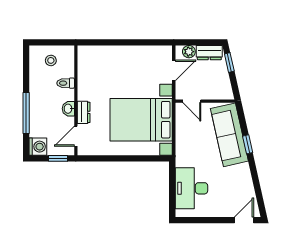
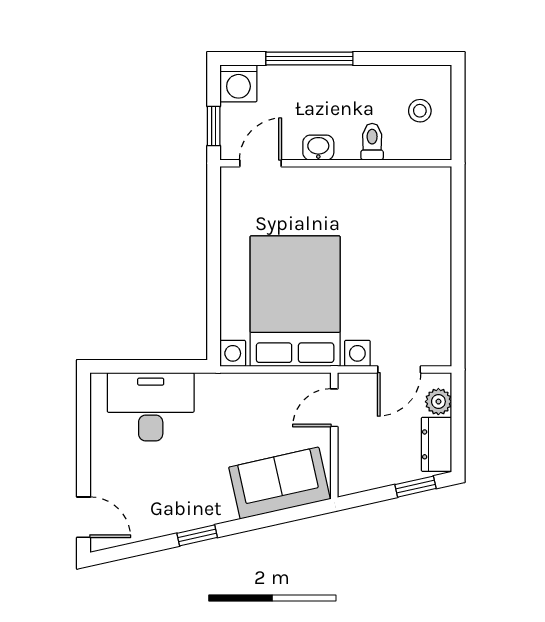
door: (174, 70) -> (399, 370), hinge flipped
dresser: (84, 112) -> (311, 180), removed
sofa: (229, 135) -> (279, 483), width x0.73
door: (76, 136) -> (260, 163), hinge flipped
window: (248, 144) -> (197, 535), moved

